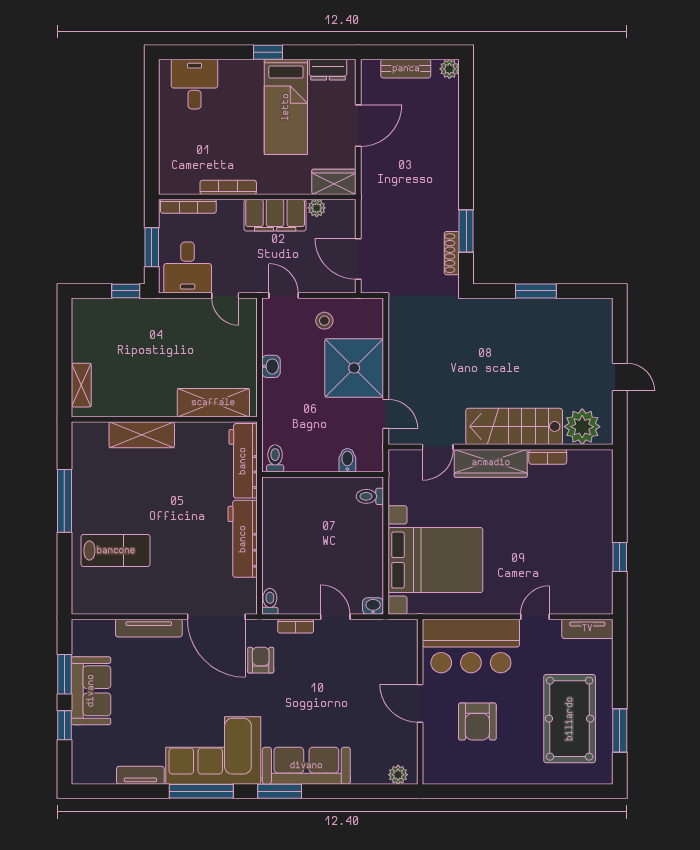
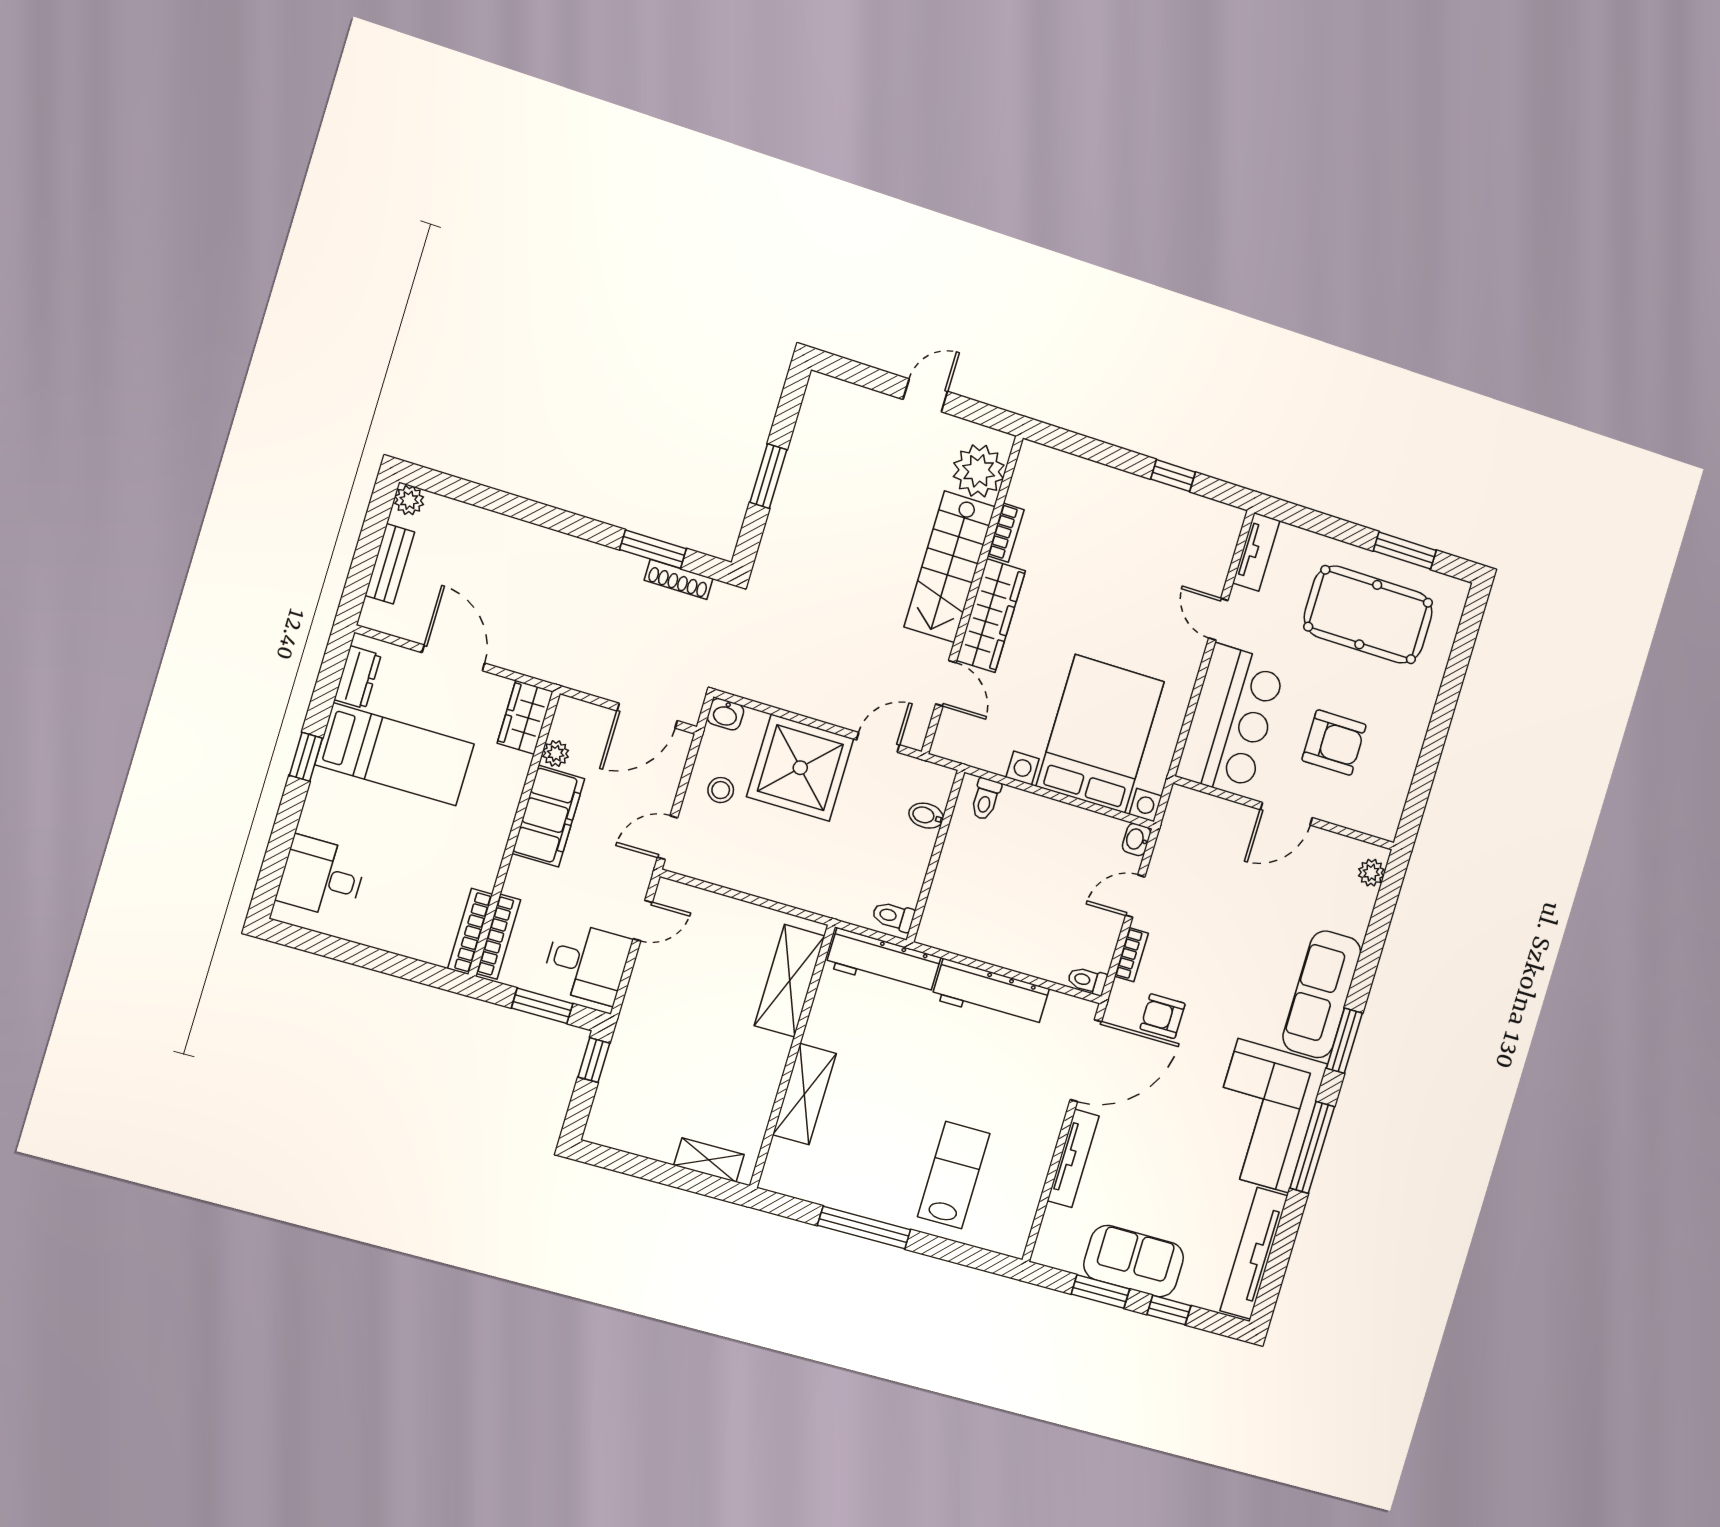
bookcase: (228, 187) -> (470, 931), moved
washbasin: (271, 366) -> (725, 714), moved, turned 180
tv unit: (140, 775) -> (1254, 1253), width x1.92, depth x1.29

